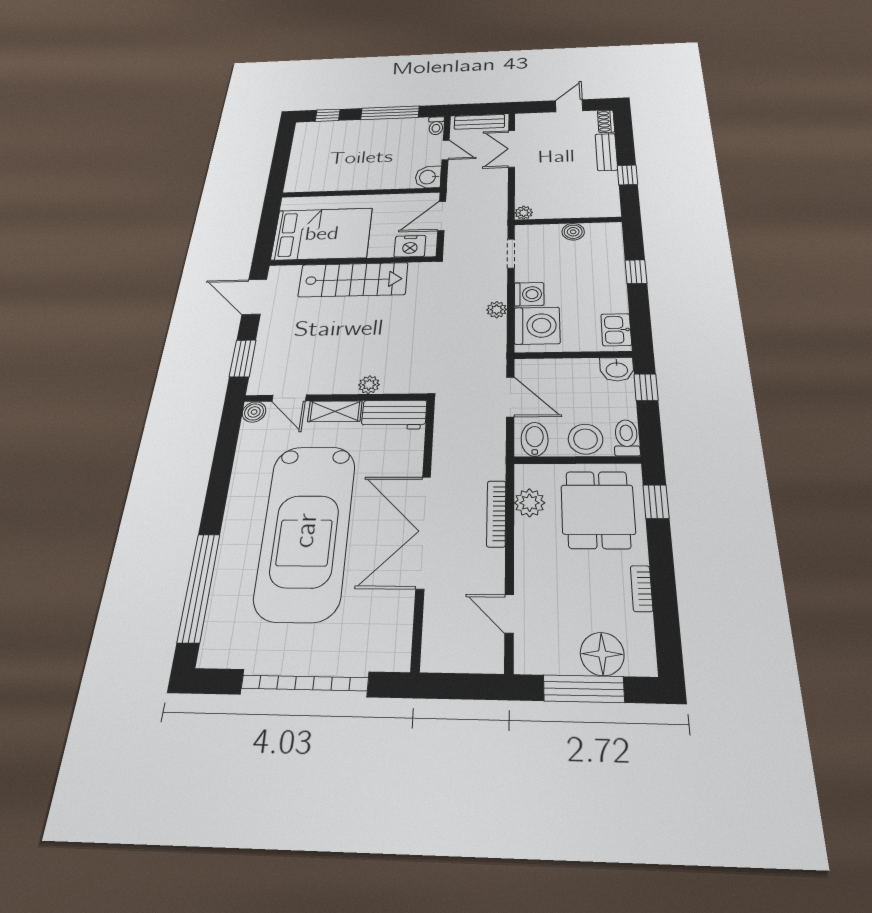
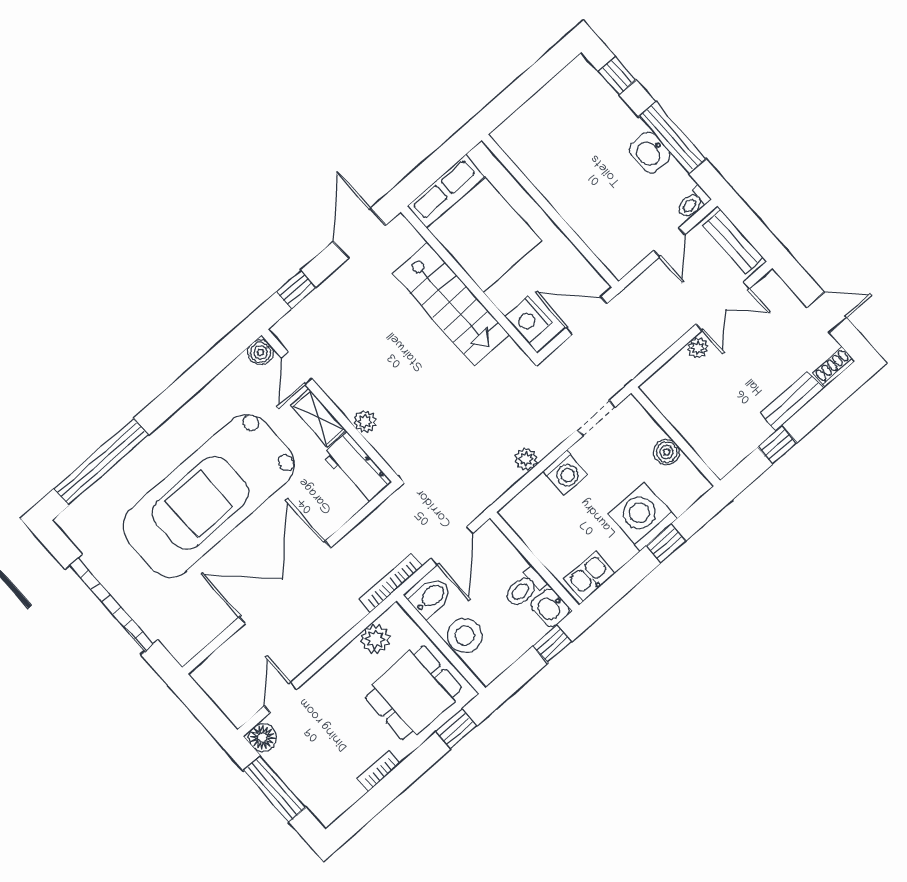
double door: (512, 149) -> (723, 306), swing flipped
washbasin: (428, 177) -> (650, 153), moved, turned -90
plant: (524, 213) -> (698, 348), moved
washing machine: (537, 326) -> (642, 517), moved, turned 180
window: (243, 358) -> (296, 289), width x0.67
toilet: (626, 438) -> (525, 588), moved, turned 180
bookcase: (496, 513) -> (391, 583), moved
floor lamp: (602, 654) -> (262, 737), moved, width x0.73, depth x0.73

